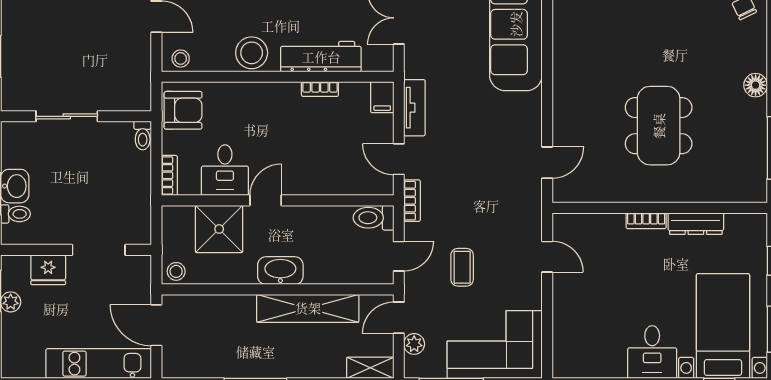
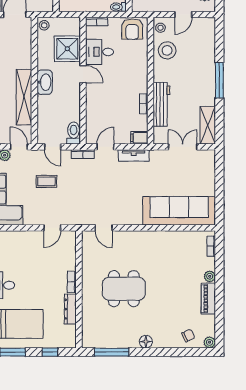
stool: (252, 53) -> (167, 50), moved

